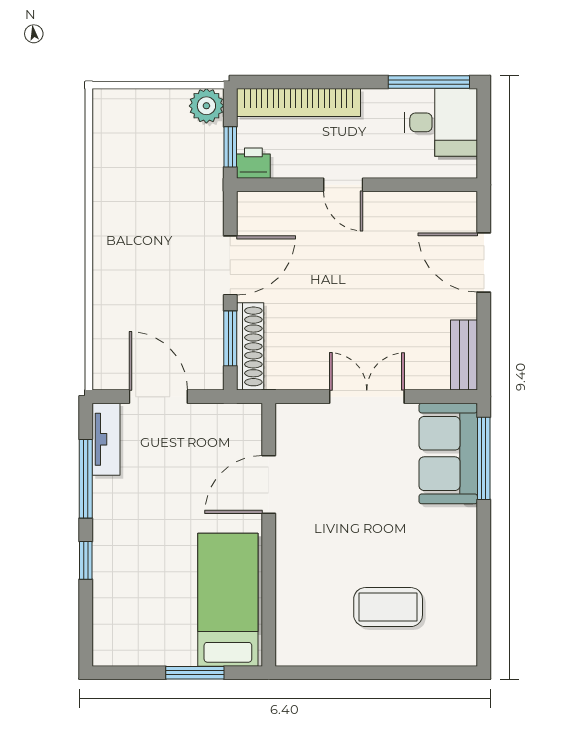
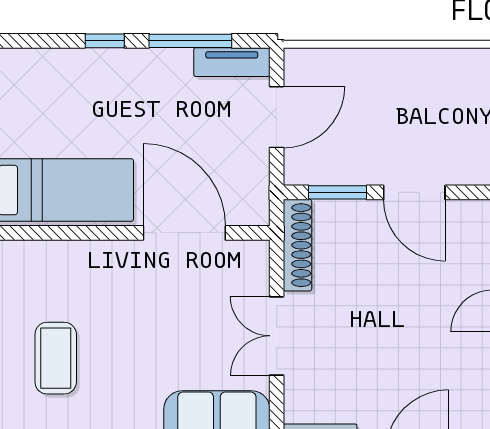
shoe rack: (250, 346) -> (297, 245), moved, turned -90
double door: (367, 397) -> (277, 336), swing flipped
door: (269, 484) -> (184, 233), width x1.36

